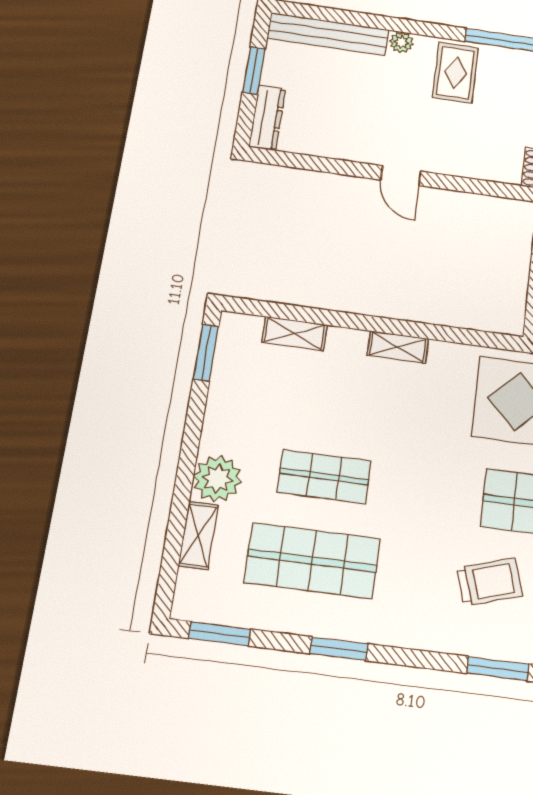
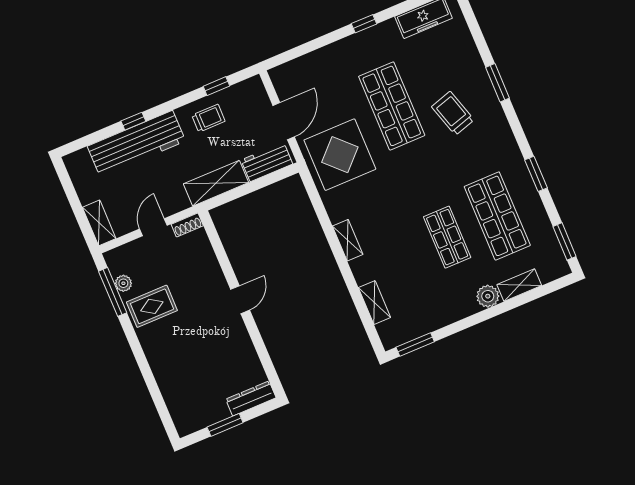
bench: (328, 34) -> (173, 396), removed
plant: (401, 42) -> (123, 283), moved
plant: (217, 479) -> (488, 296), width x0.73, depth x0.73

